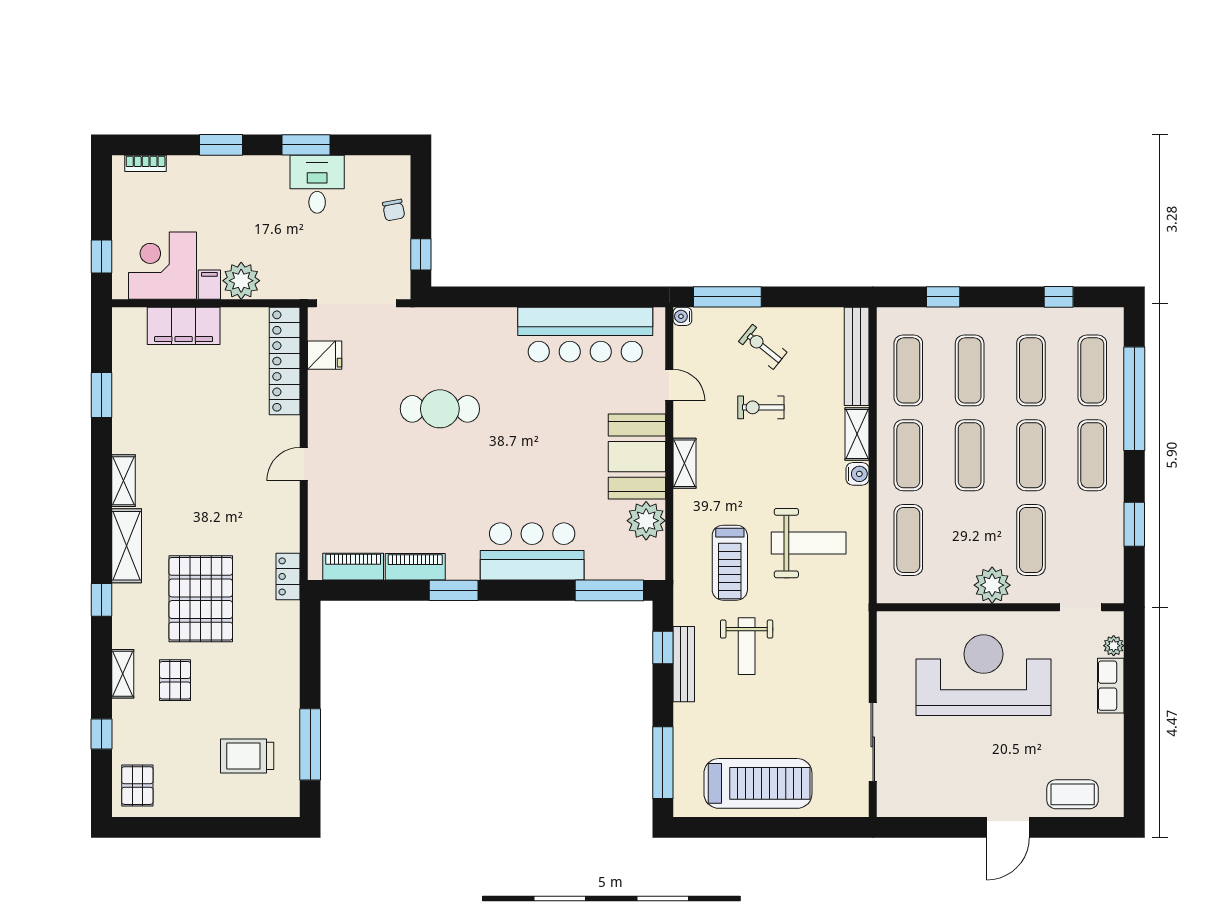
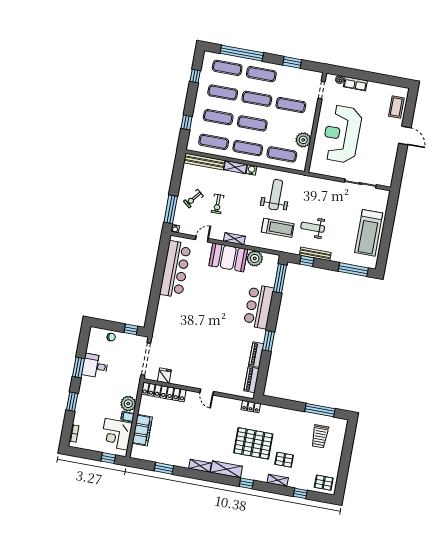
cafe table: (440, 409) -> (194, 333), removed
plant: (992, 585) -> (303, 140), moved
weight bench: (747, 646) -> (313, 227), turned 180
treadmill: (758, 783) -> (369, 233), turned 180

